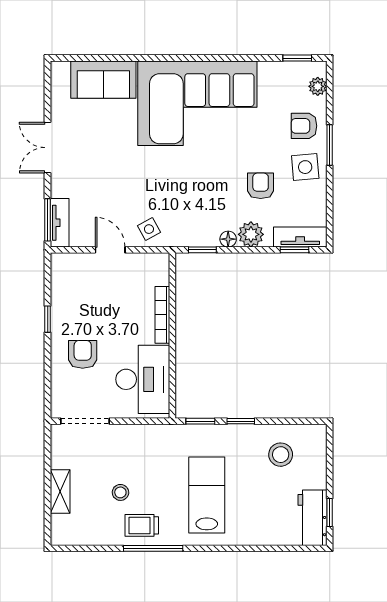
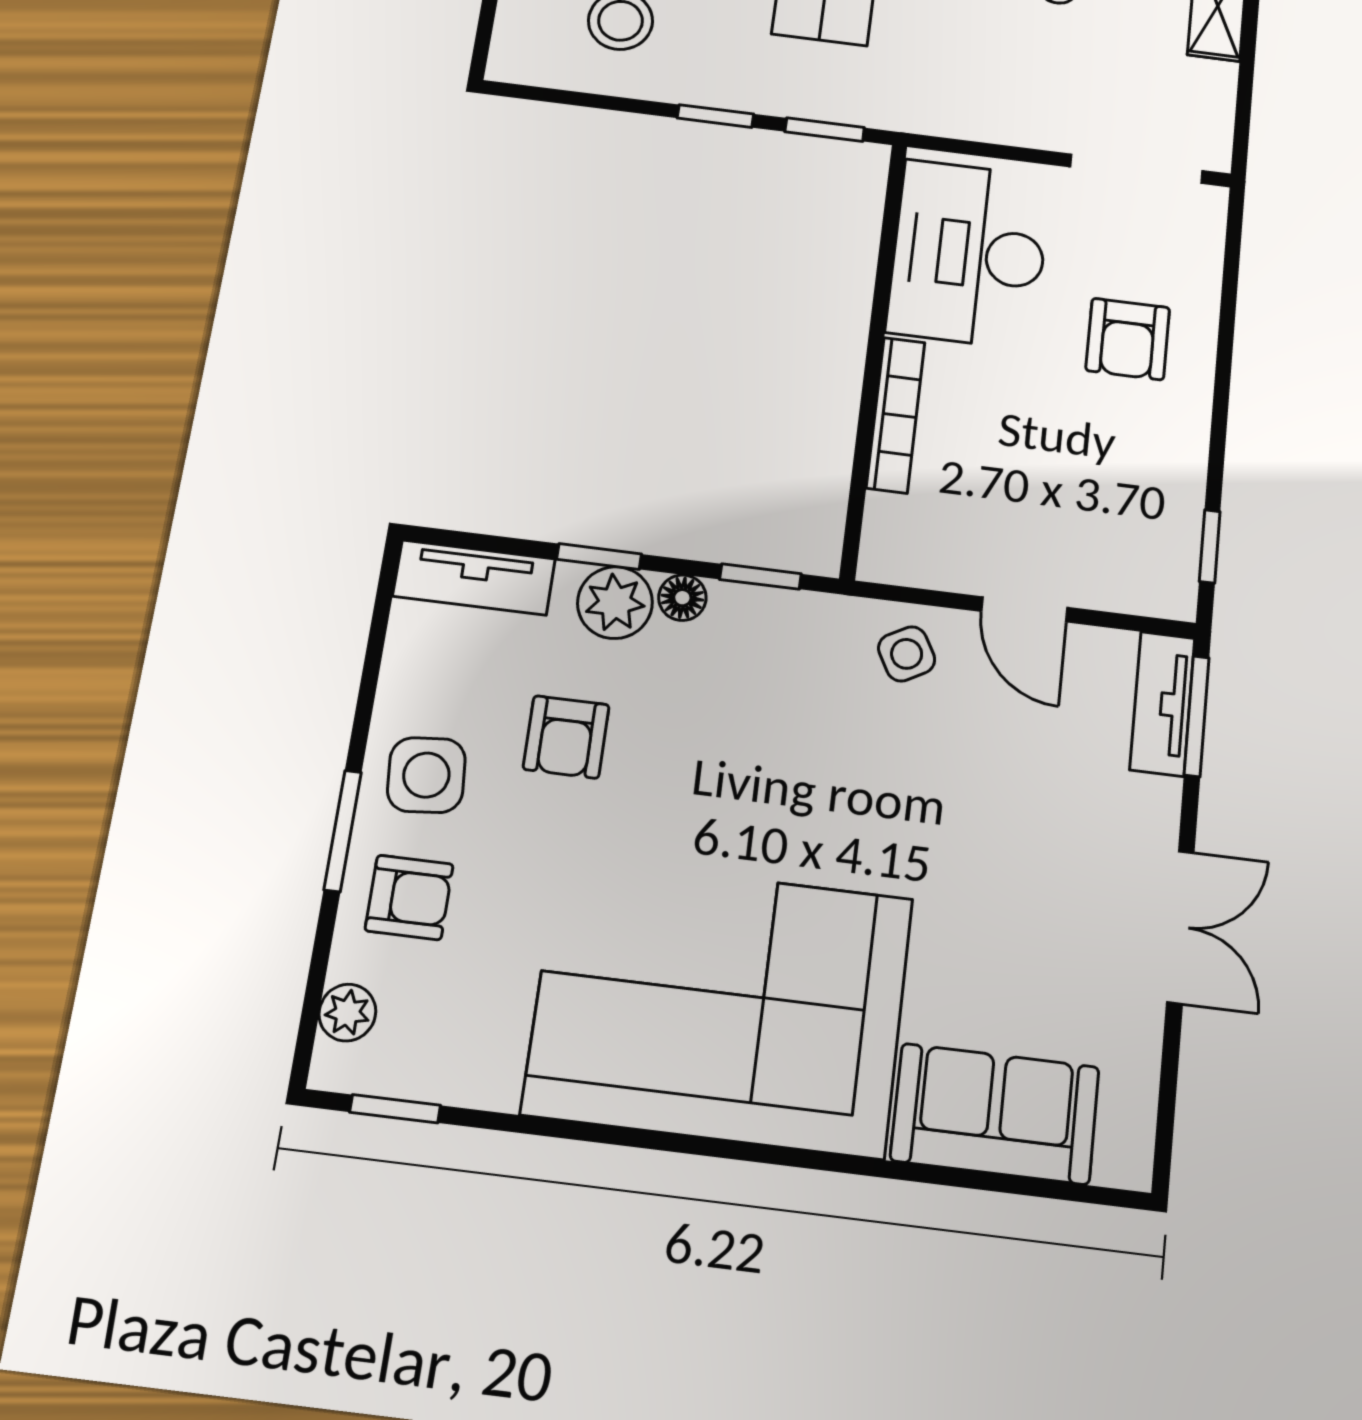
window: (294, 250) -> (599, 557), moved
window: (48, 319) -> (1210, 546), moved

